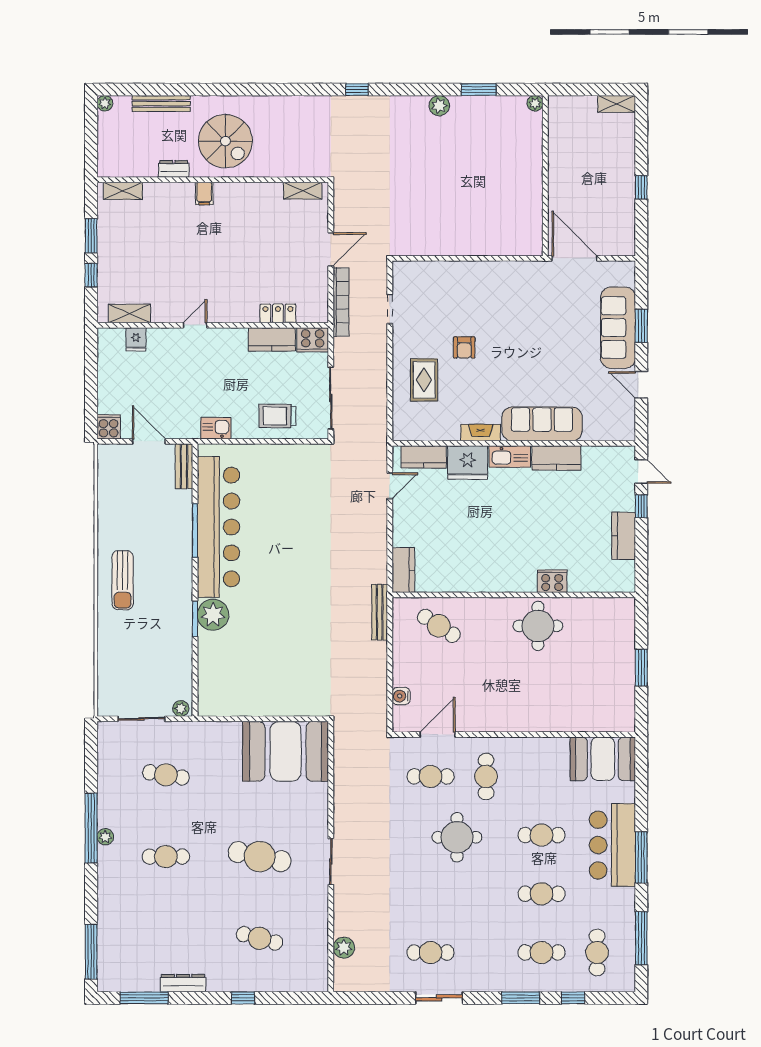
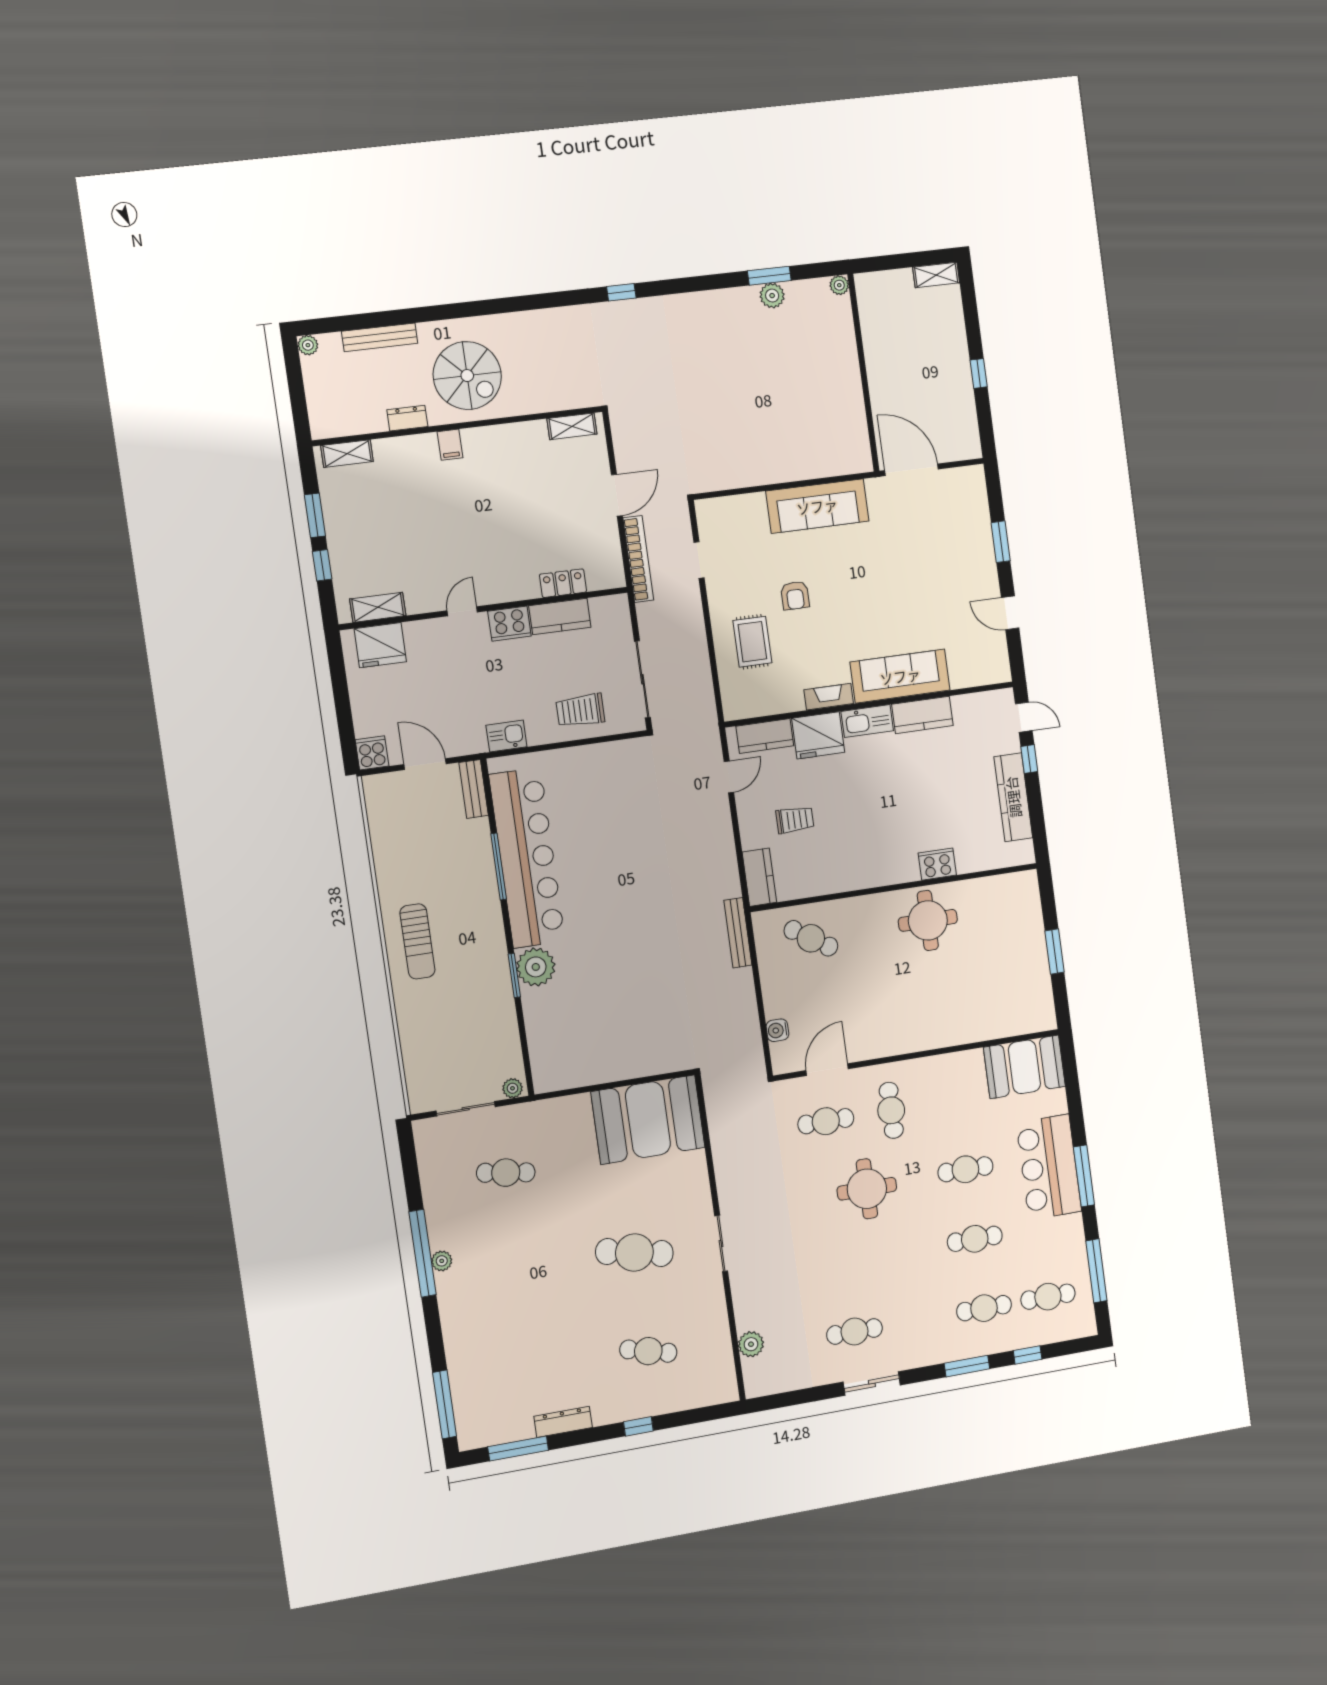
plant: (439, 106) -> (772, 296), moved
sofa: (618, 328) -> (817, 506), moved, turned -90
fridge: (136, 339) -> (380, 645), width x1.88, depth x1.34
cooker: (313, 340) -> (509, 624), moved
trolley: (439, 528) -> (795, 820), added
kitchen counter: (624, 536) -> (1013, 797), width x1.50
cafe table: (166, 857) -> (520, 1272), removed
cafe table: (597, 953) -> (1048, 1297), turned 90

